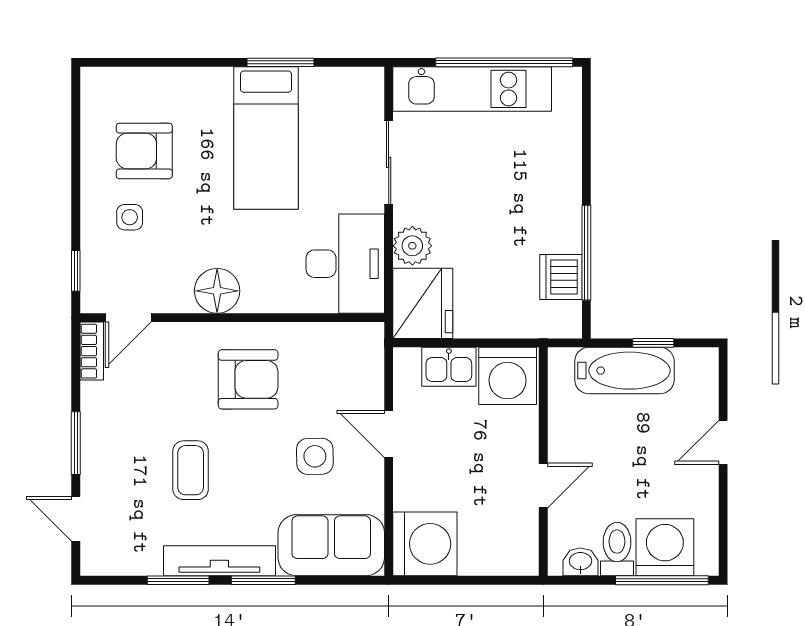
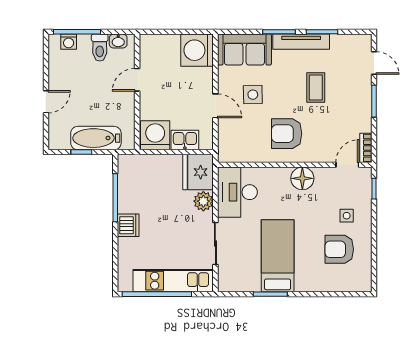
armchair: (144, 151) -> (339, 249), turned 180
dishwasher: (561, 277) -> (128, 225), moved
washing machine: (665, 547) -> (69, 42), width x0.53, depth x0.53

